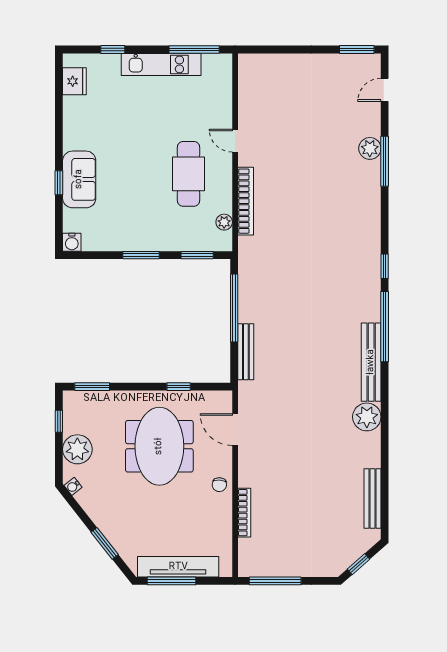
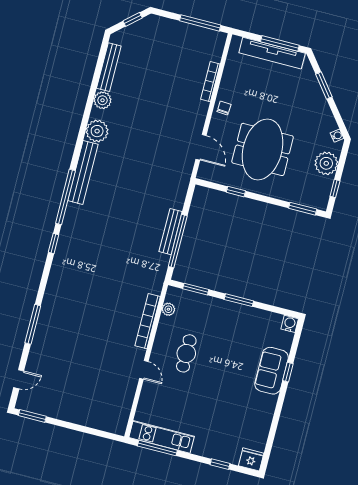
kitchen unit: (161, 64) -> (162, 437), moved
fridge: (74, 81) -> (251, 459), moved, turned 90
plant: (370, 148) -> (103, 100), moved
cafe table: (189, 174) -> (186, 353), width x0.73, depth x0.74
bench: (246, 352) -> (171, 232), moved

